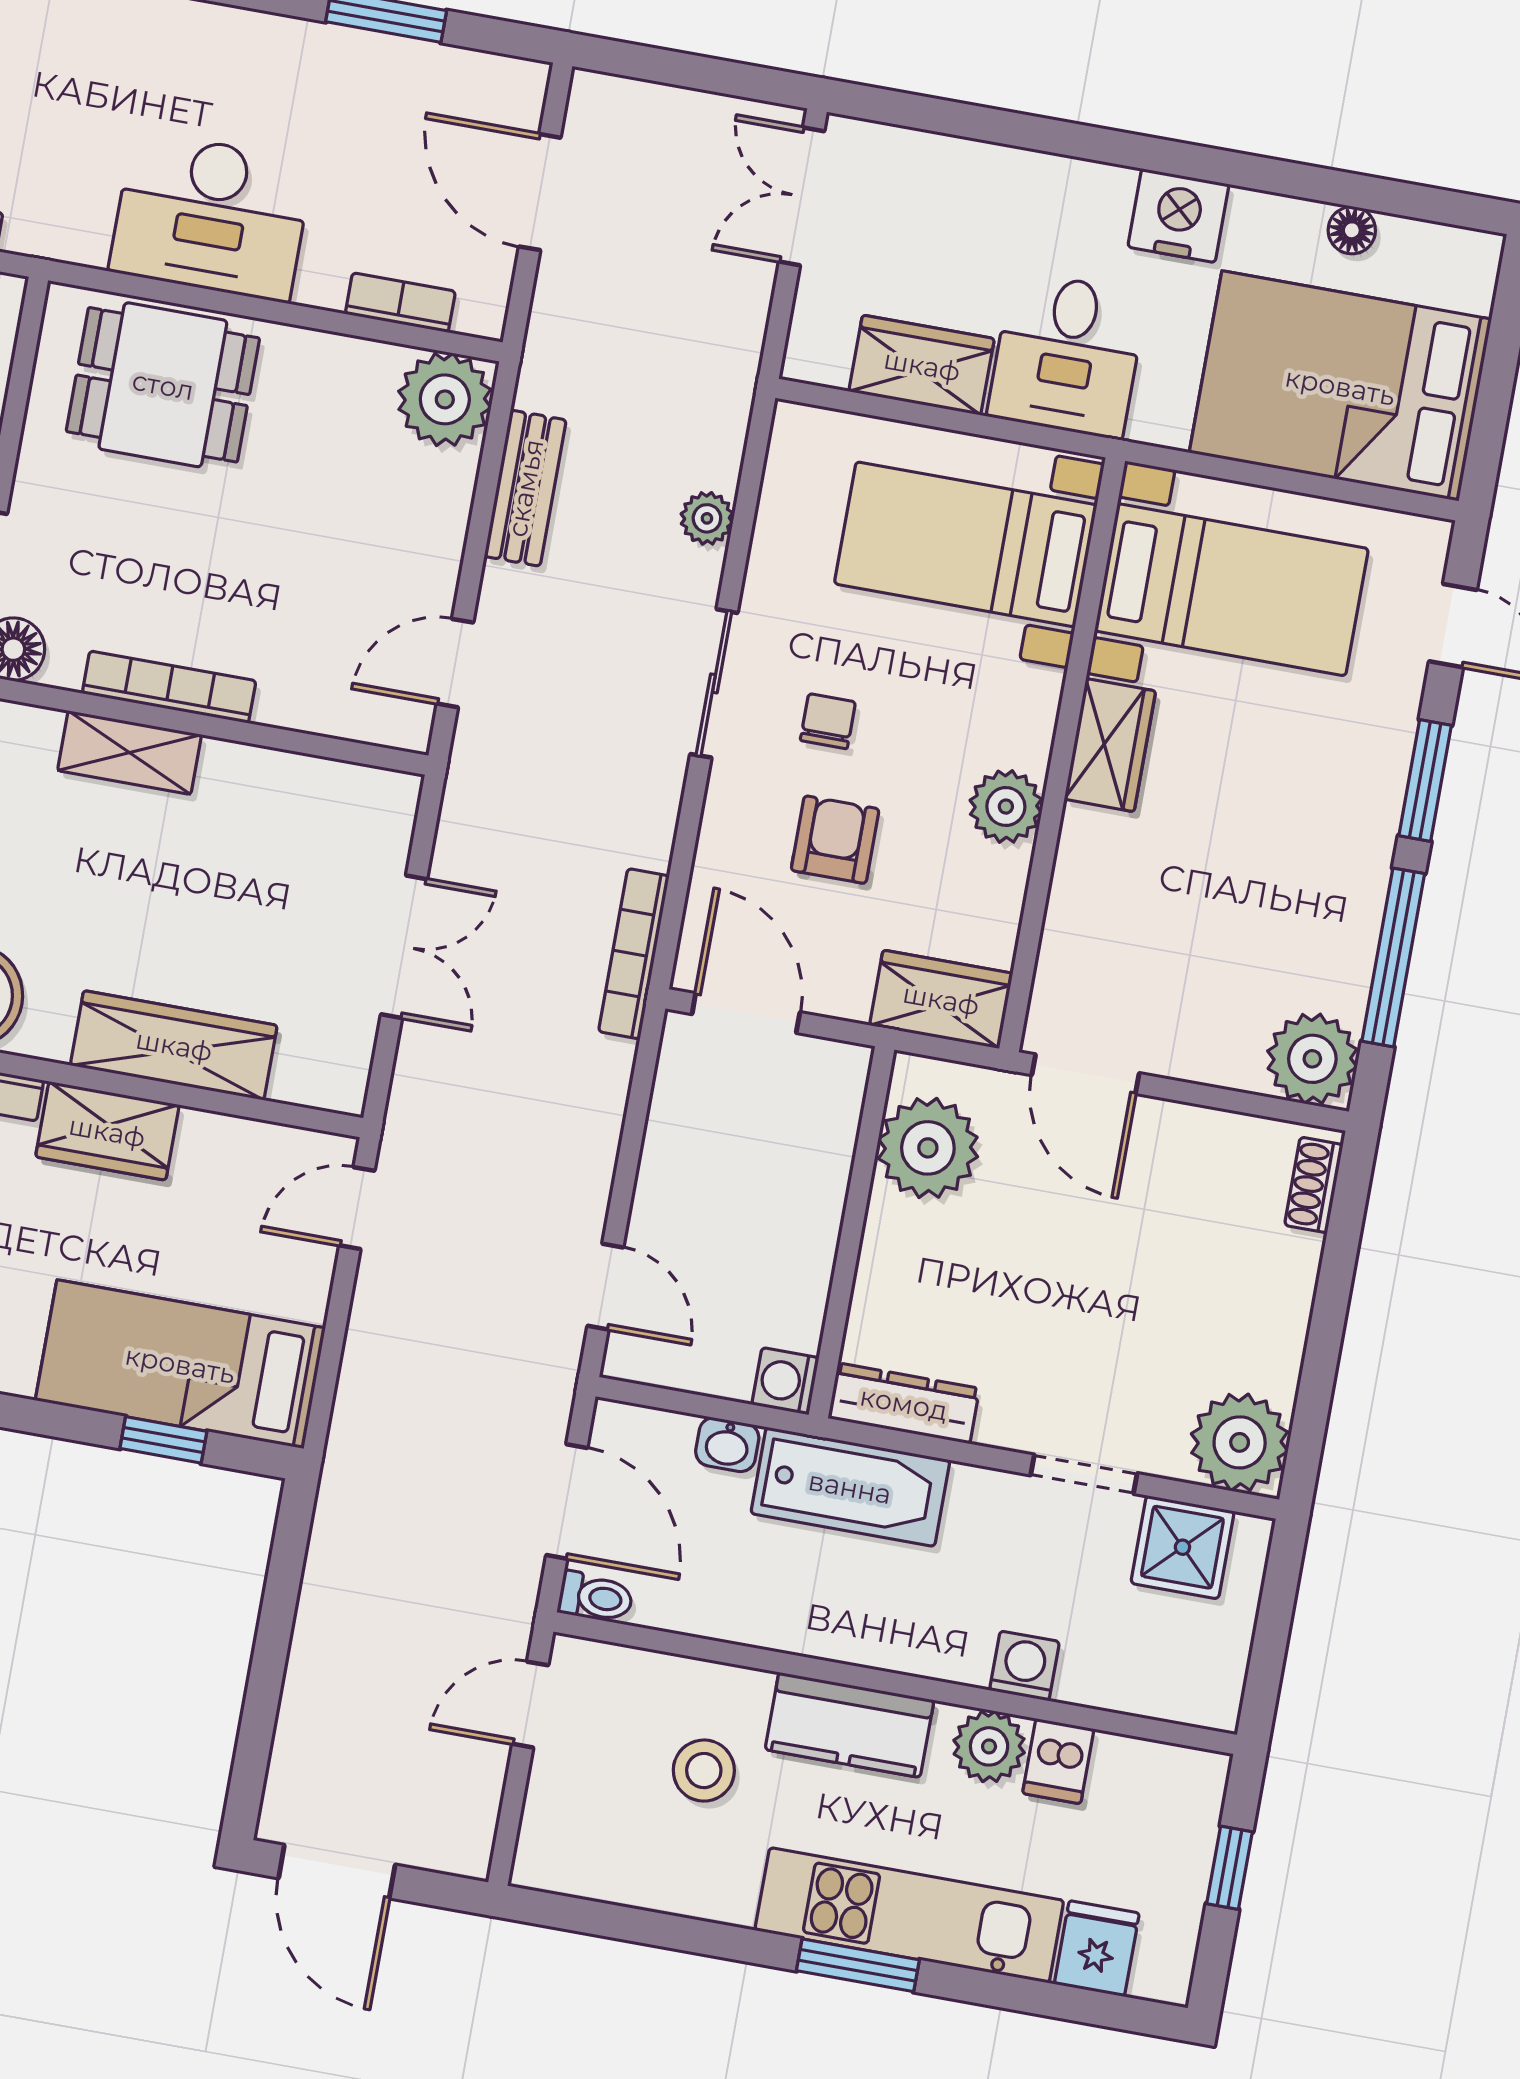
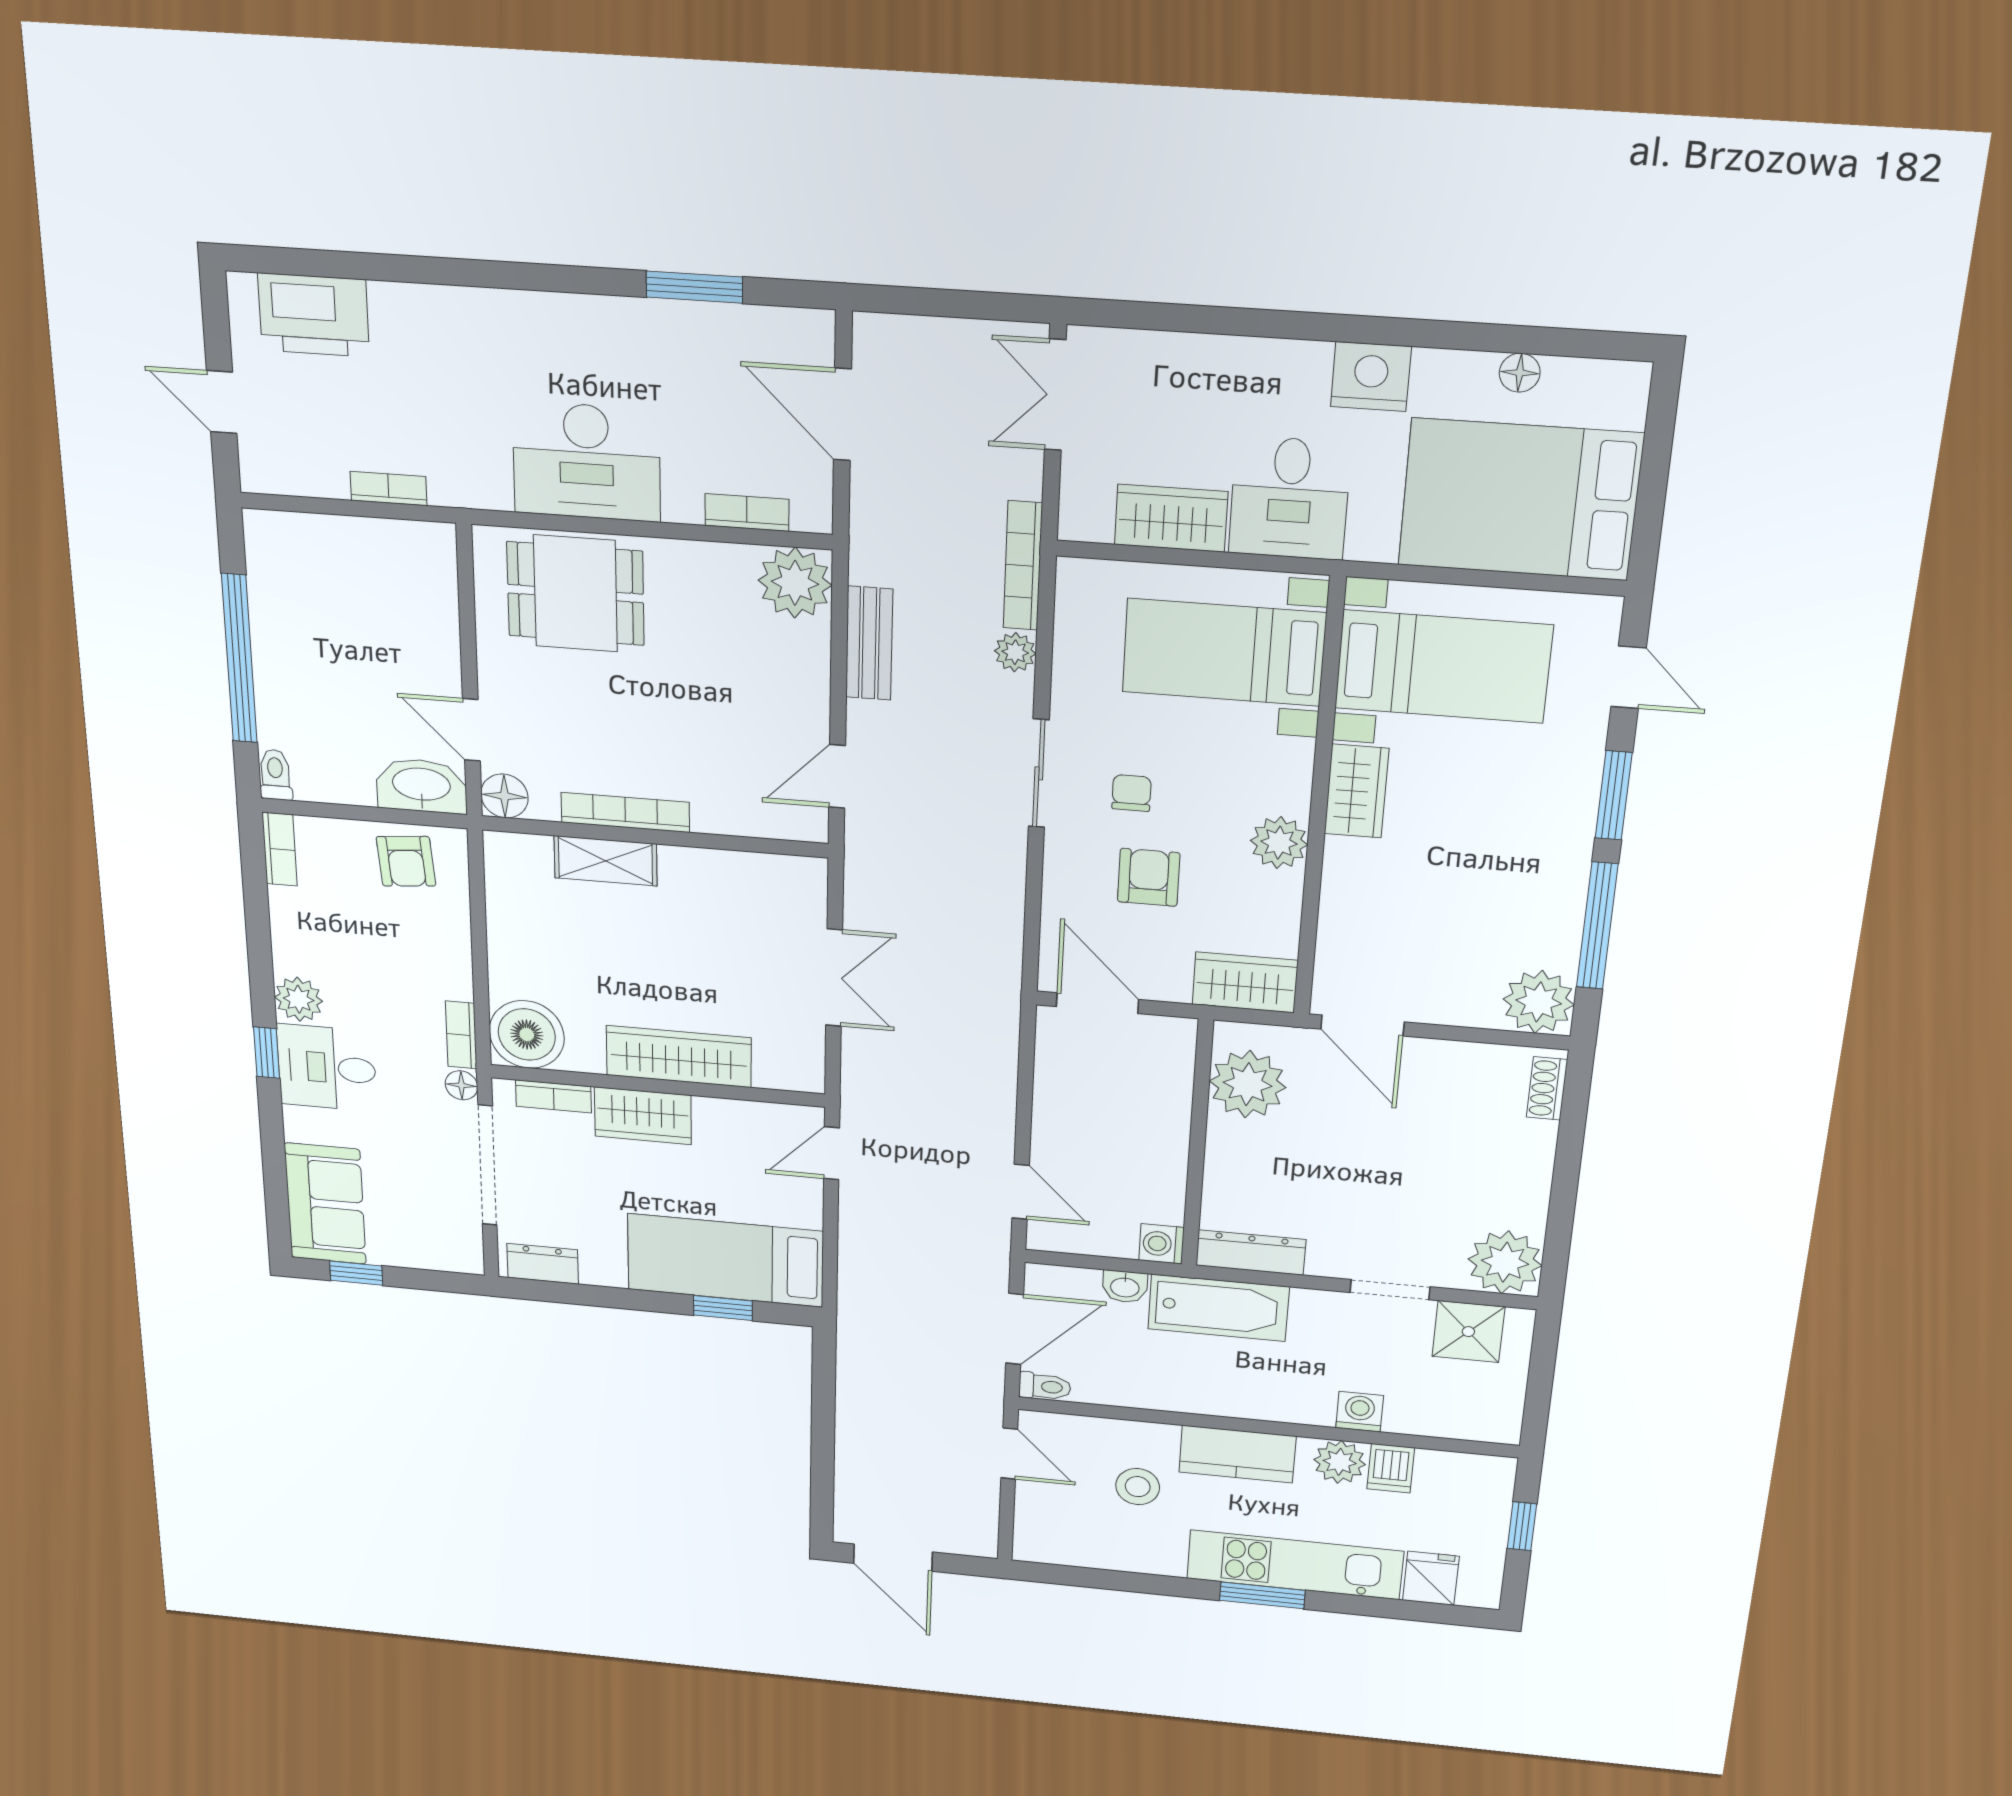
bookcase: (634, 954) -> (1023, 566), moved
door: (567, 1501) -> (1015, 1329), hinge flipped
door: (530, 1705) -> (1009, 1454), swing flipped

